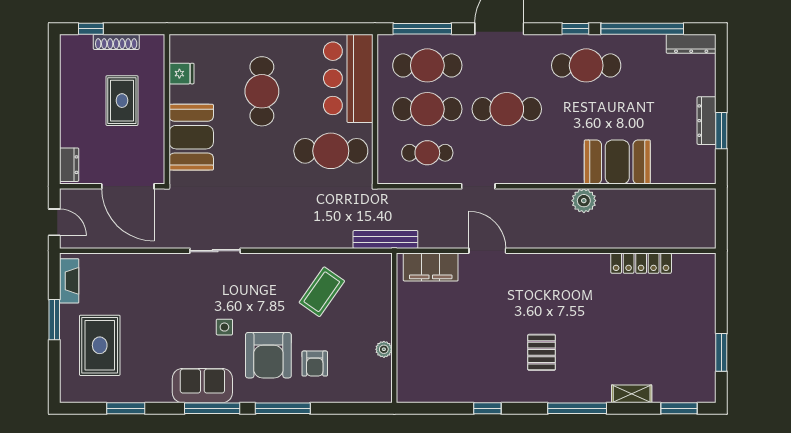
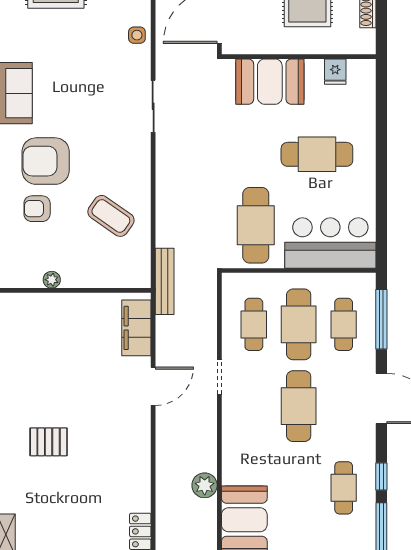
cafe table: (427, 65) -> (344, 324), width x0.73, depth x0.74
cafe table: (586, 65) -> (344, 488), width x0.73, depth x0.74
side table: (224, 327) -> (137, 35), moved

